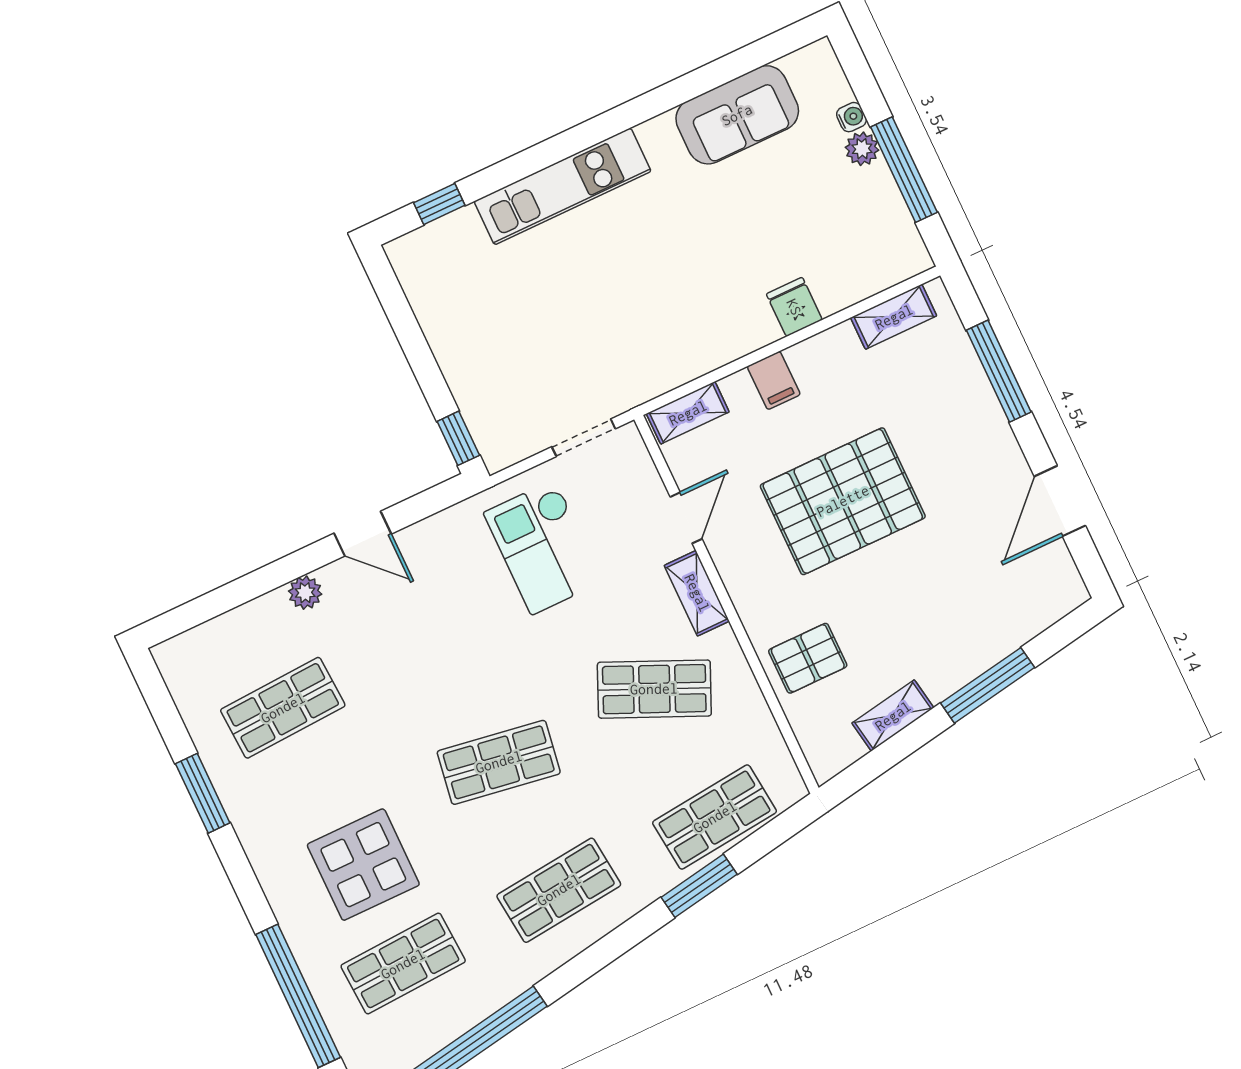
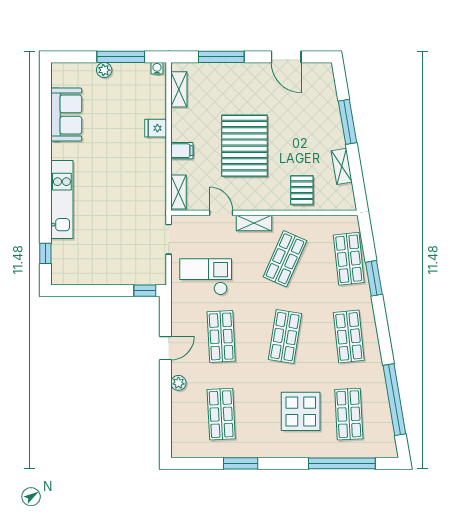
water cooler: (851, 117) -> (157, 68), moved
checkout: (543, 547) -> (206, 277), turned 180
shop shelf: (438, 634) -> (221, 336), added

